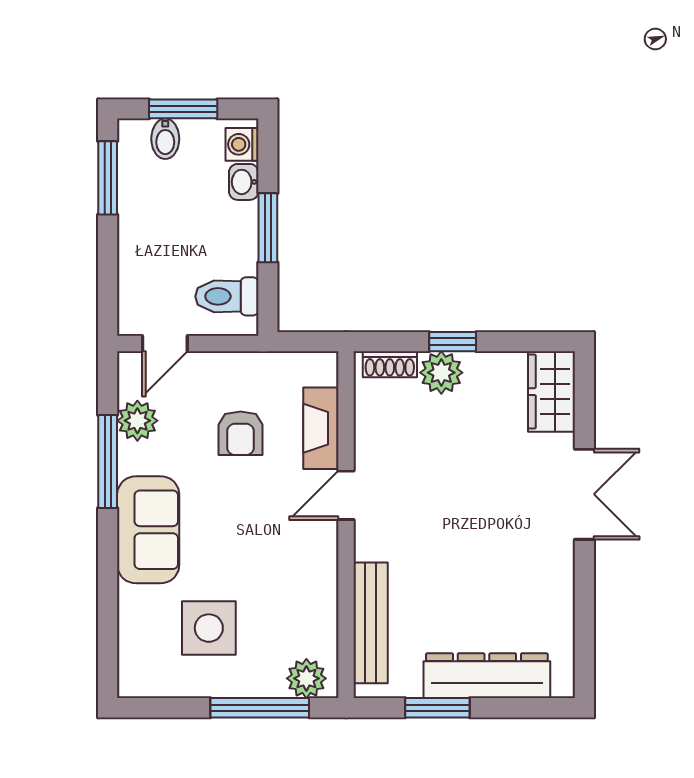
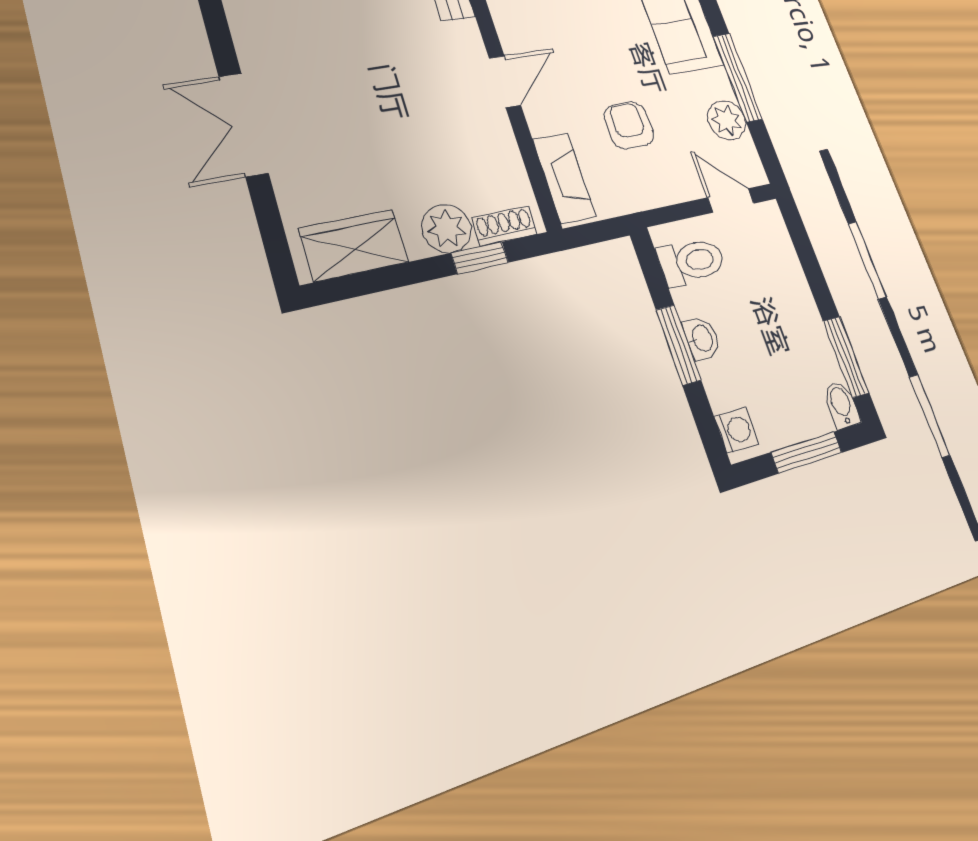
bidet: (165, 139) -> (841, 405), moved
washbasin: (244, 182) -> (702, 338), moved
window: (453, 342) -> (480, 258), moved
door: (165, 344) -> (731, 200), hinge flipped
wardrobe: (551, 392) -> (354, 245), moved, turned -90
fireplace: (321, 428) -> (564, 178), moved

